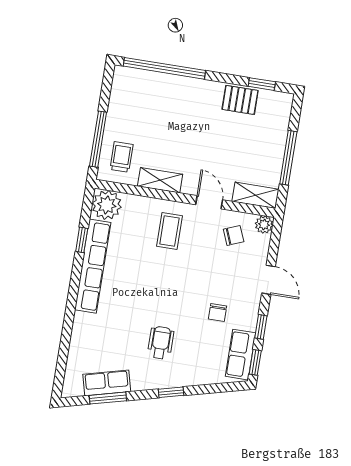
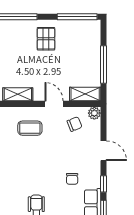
window: (262, 84) -> (77, 17), width x2.17
pallet: (240, 100) -> (46, 39), moved, turned 90
coffee table: (169, 231) -> (30, 128), turned 90

